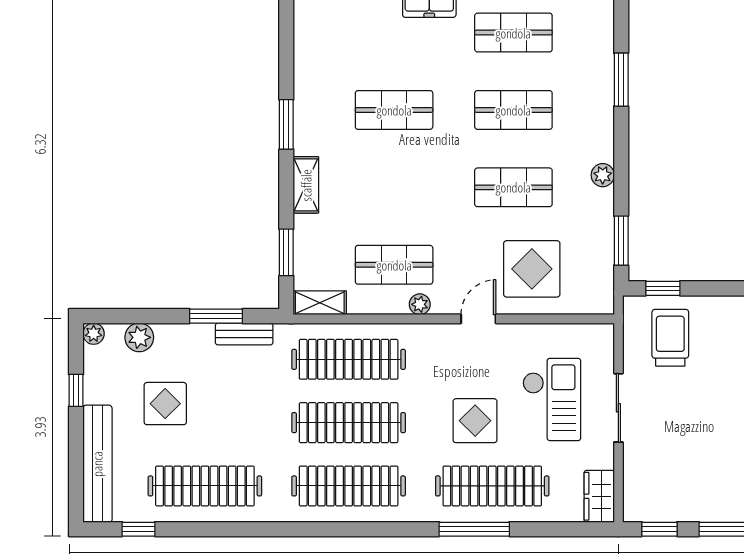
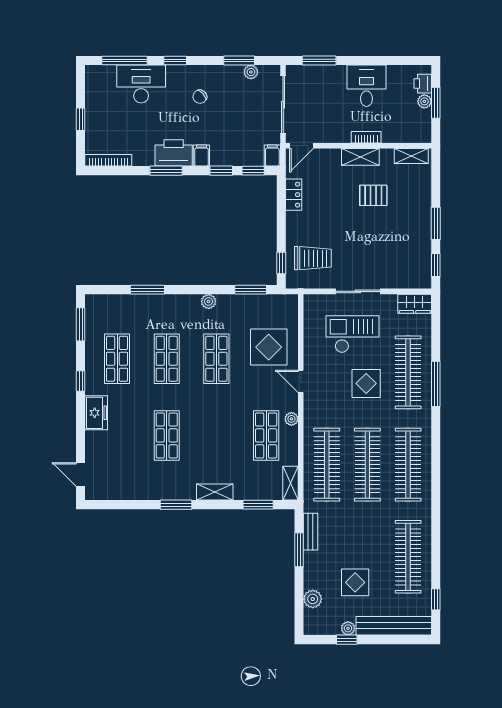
plant: (94, 334) -> (348, 628), moved
trolley: (670, 338) -> (313, 258), turned 180

